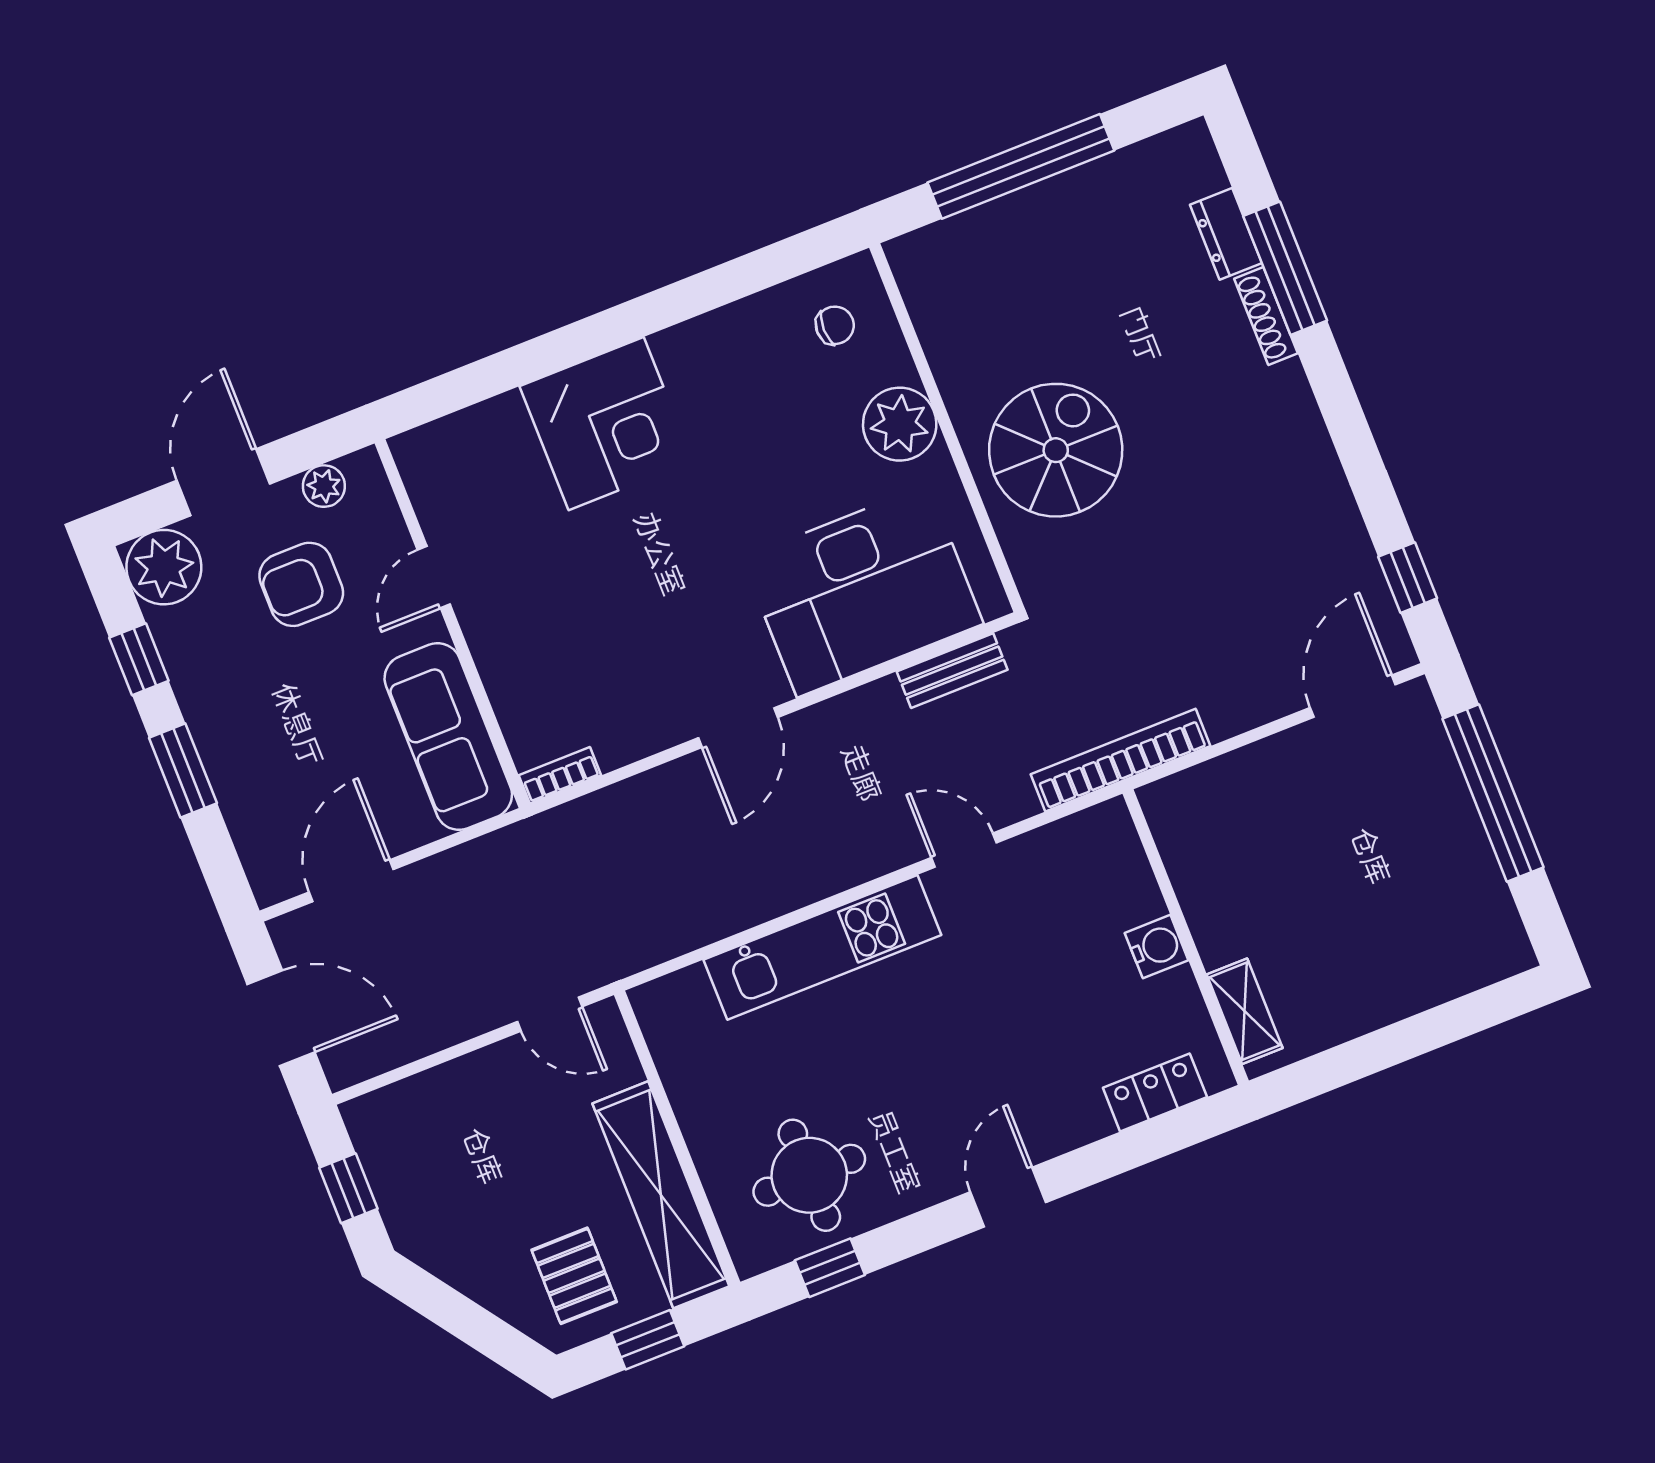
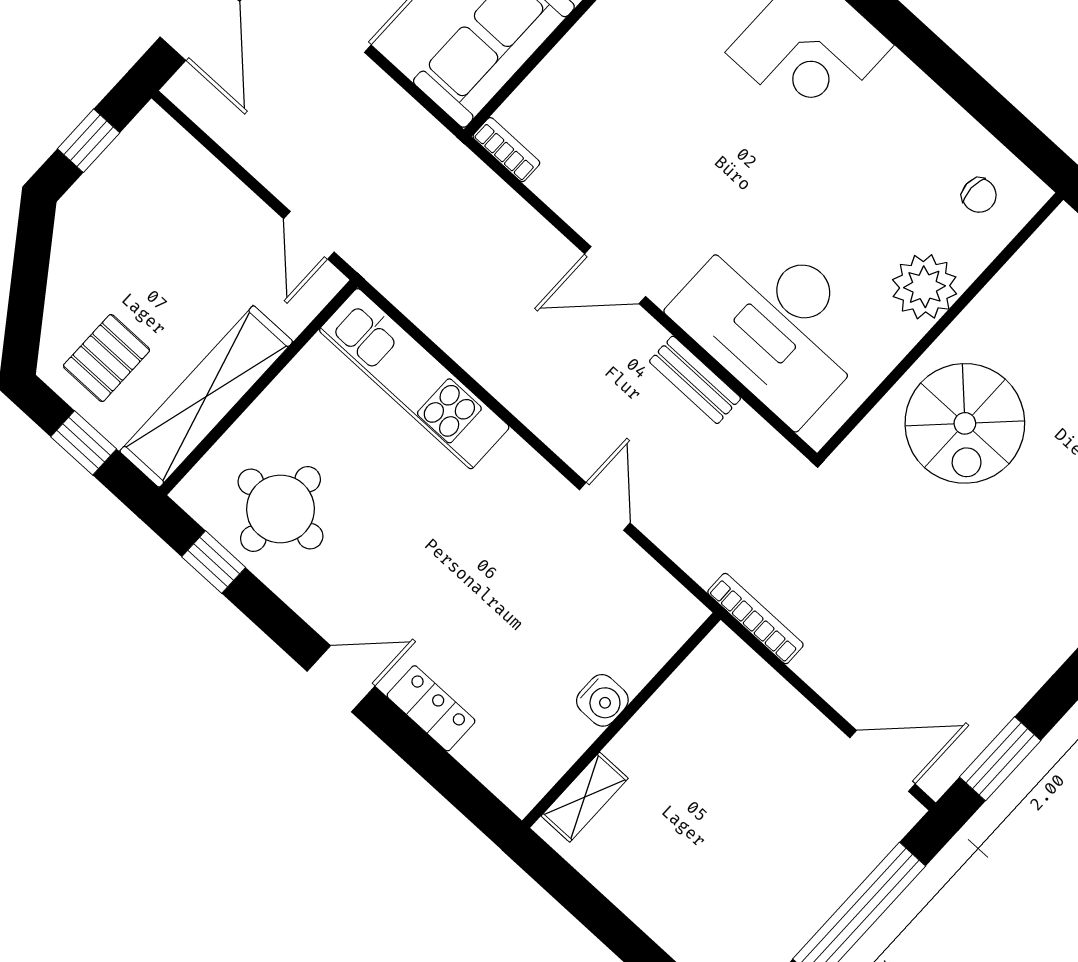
spiral stairs: (1056, 450) -> (965, 423), turned 90
window: (1408, 578) -> (1000, 759), width x1.50
bench: (952, 671) -> (695, 380), moved
bookcase: (1120, 760) -> (755, 619), width x0.68, depth x0.76
kitchen unit: (822, 947) -> (414, 379), moved
locker: (1155, 1092) -> (431, 708), moved

